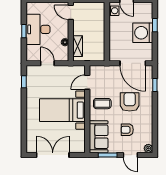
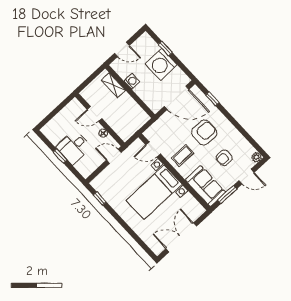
washing machine: (114, 11) -> (132, 81), moved
door: (71, 12) -> (94, 114), moved
desk: (38, 29) -> (74, 147), width x0.73
shelving: (78, 46) -> (113, 85), moved
door: (47, 63) -> (114, 156), moved
door: (87, 82) -> (153, 149), hinge flipped
armchair: (130, 102) -> (204, 133), turned 90

